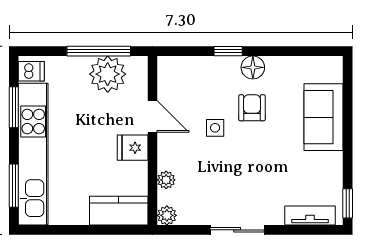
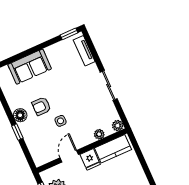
kitchen counter: (119, 211) -> (113, 149), moved, turned -90

